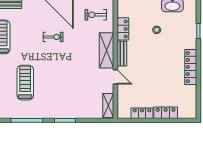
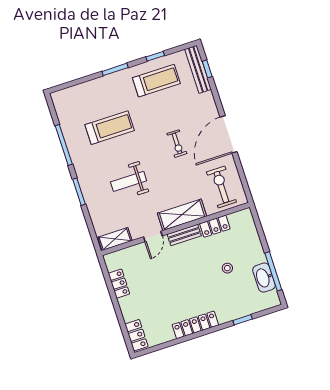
exercise bike: (96, 15) -> (221, 187), width x1.38, depth x1.39
weight bench: (69, 82) -> (129, 181), added
locker: (166, 113) -> (136, 335), moved

